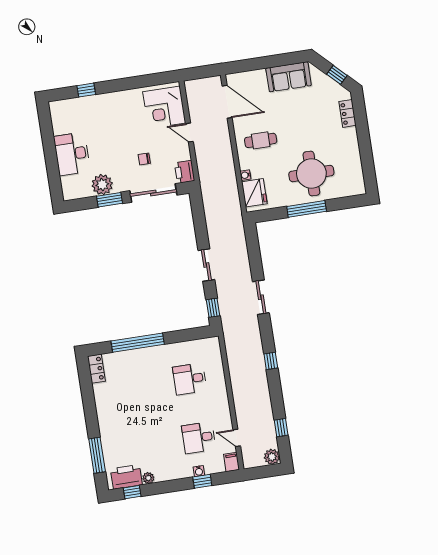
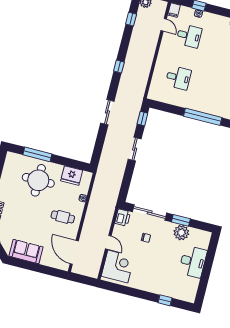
fridge: (254, 193) -> (72, 176), moved, turned -90
window: (307, 209) -> (37, 154), moved

